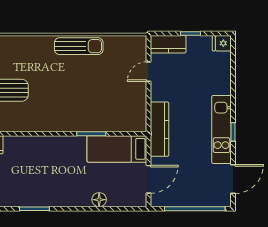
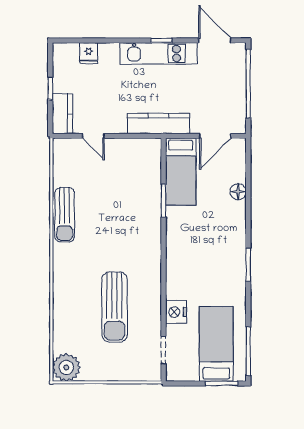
fridge: (222, 43) -> (89, 53), moved
sun lounger: (79, 46) -> (65, 215), turned 180
door: (149, 179) -> (215, 136), swing flipped

